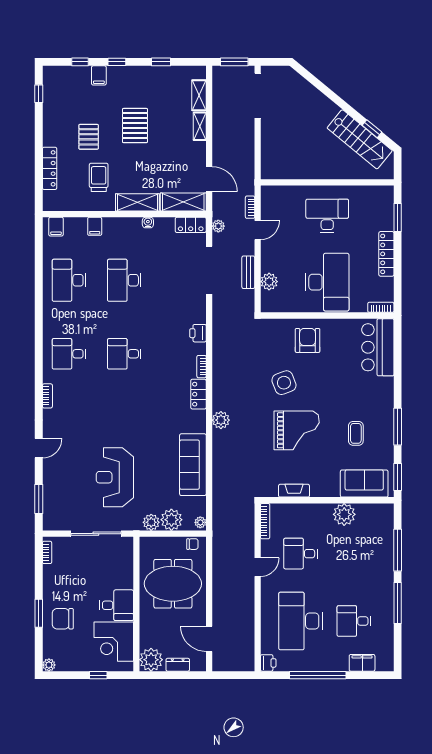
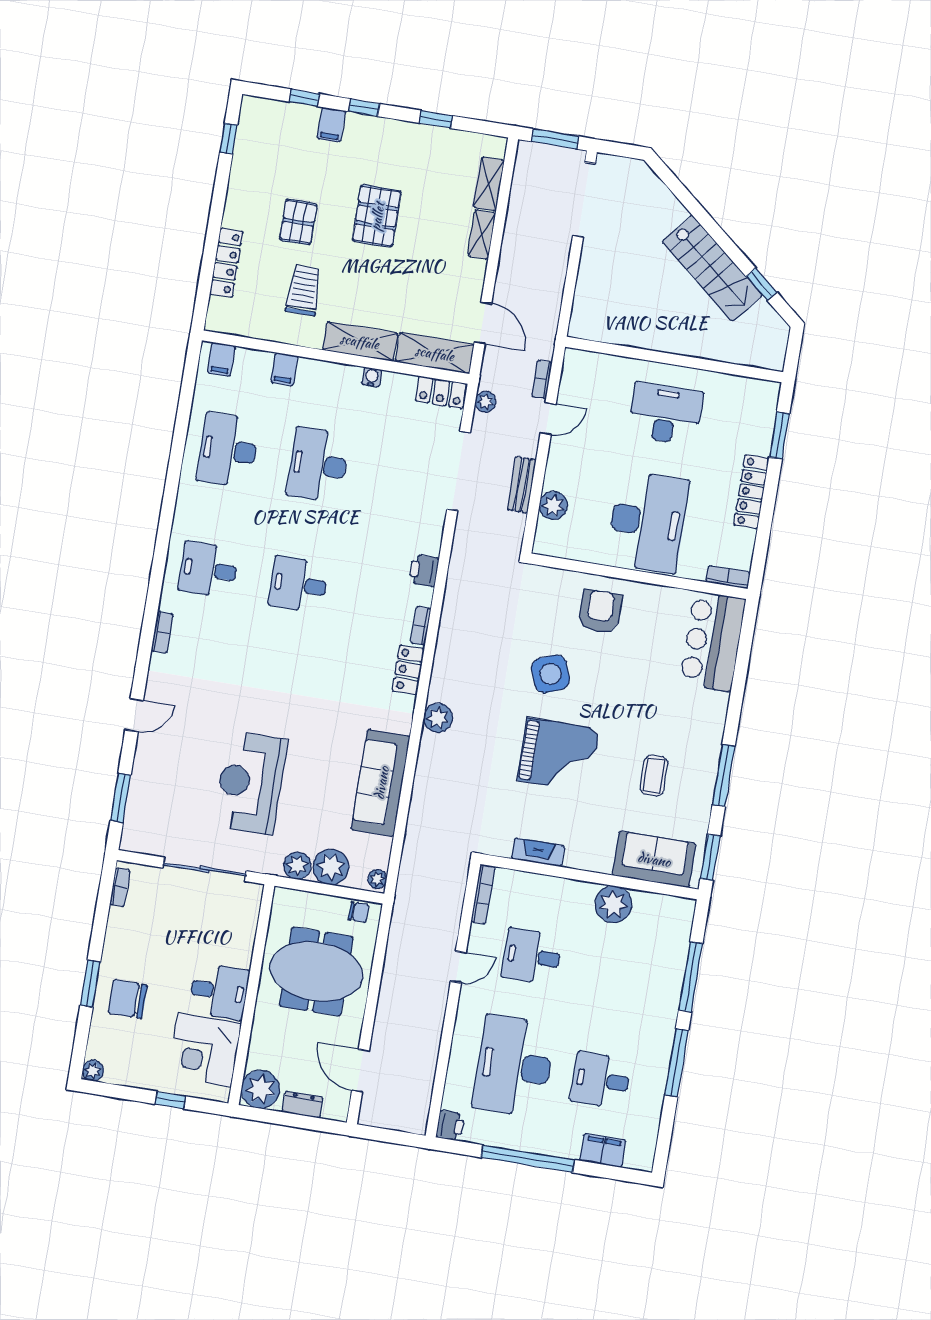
stairs: (360, 139) -> (712, 268), moved

